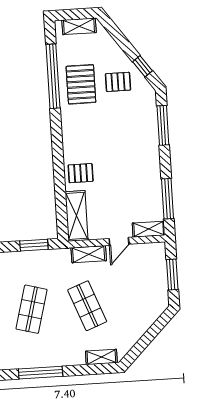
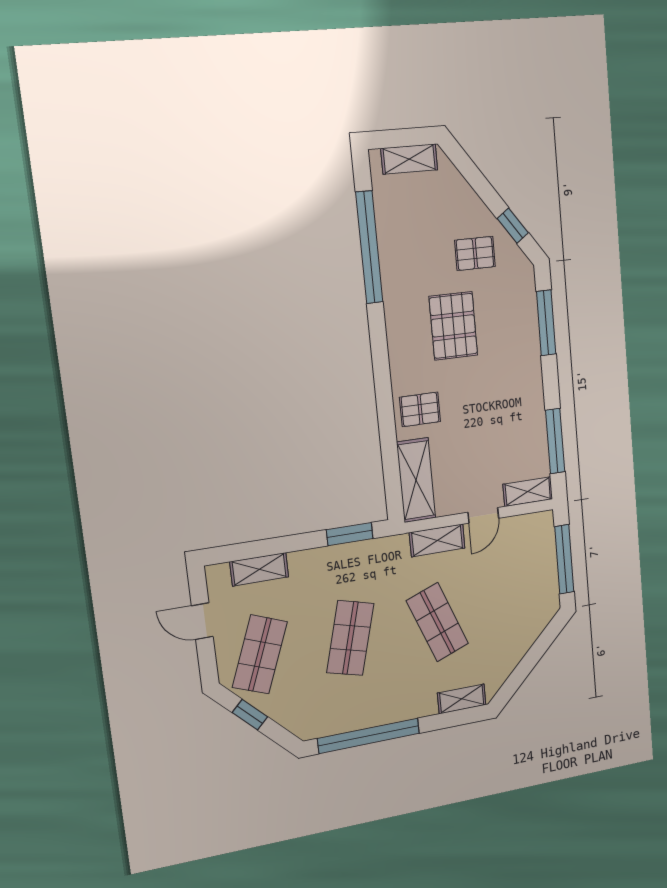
pallet: (81, 84) -> (453, 326), moved
window: (172, 275) -> (564, 559), width x1.44
window: (41, 373) -> (369, 736), width x1.46

